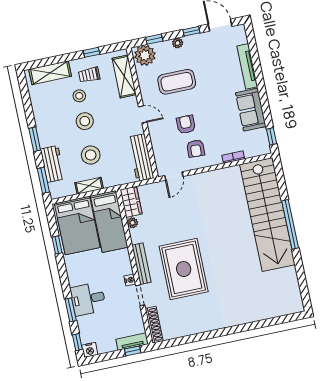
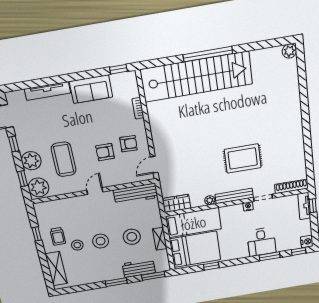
plant: (178, 43) -> (31, 161), width x1.88, depth x1.88
shelving: (124, 76) -> (59, 206), removed
door: (174, 176) -> (154, 165), swing flipped
plant: (133, 223) -> (210, 200), moved
rug: (184, 269) -> (243, 159), width x0.73, depth x0.69
plant: (297, 306) -> (289, 51), added

